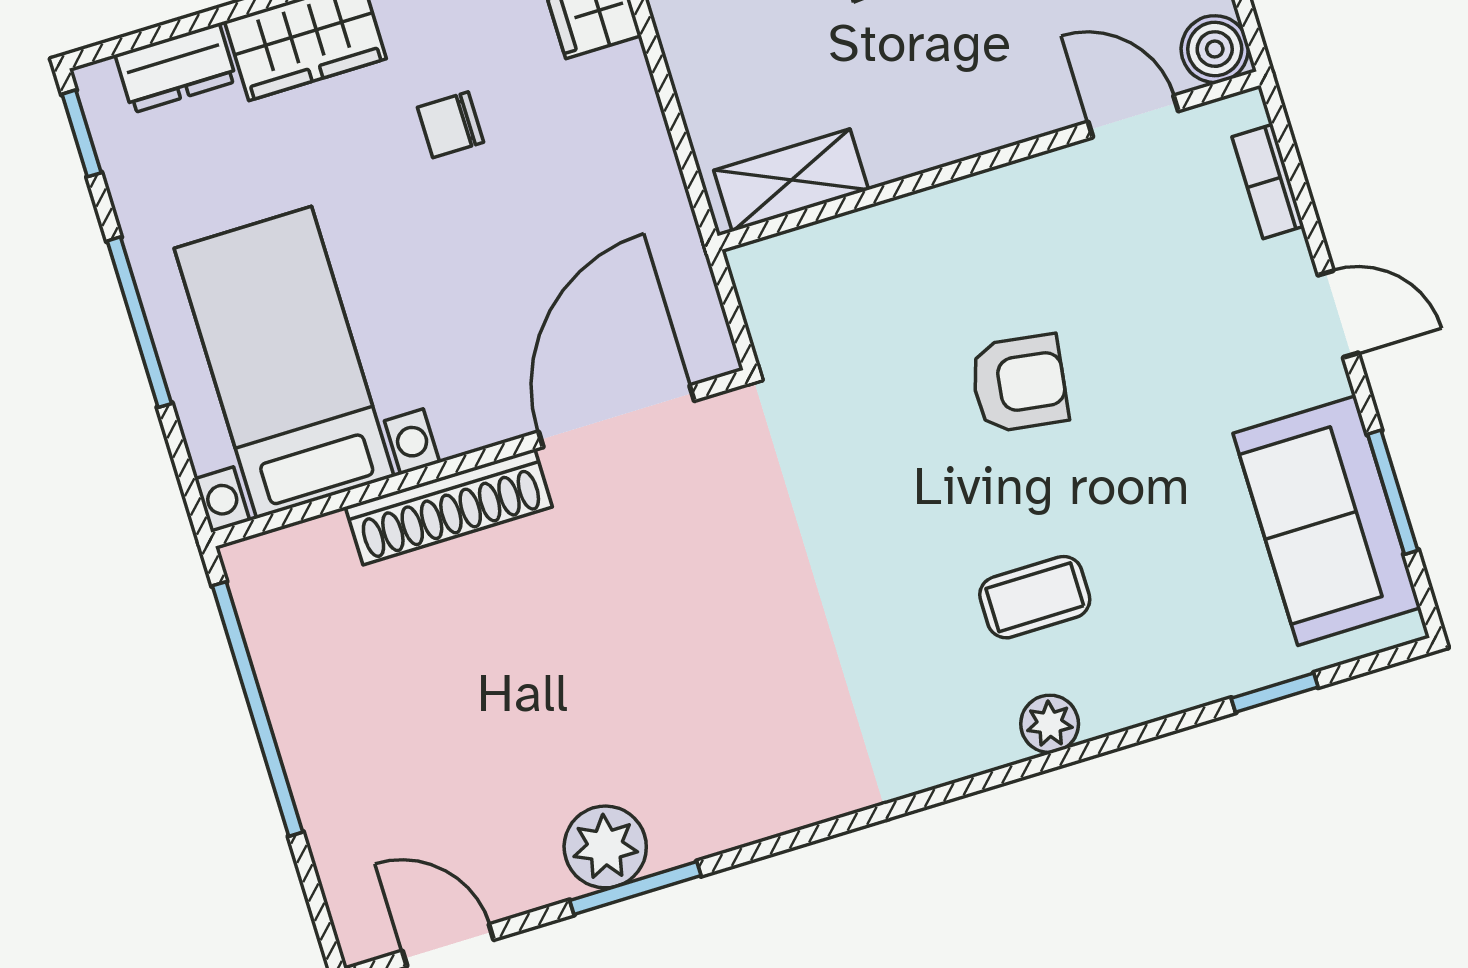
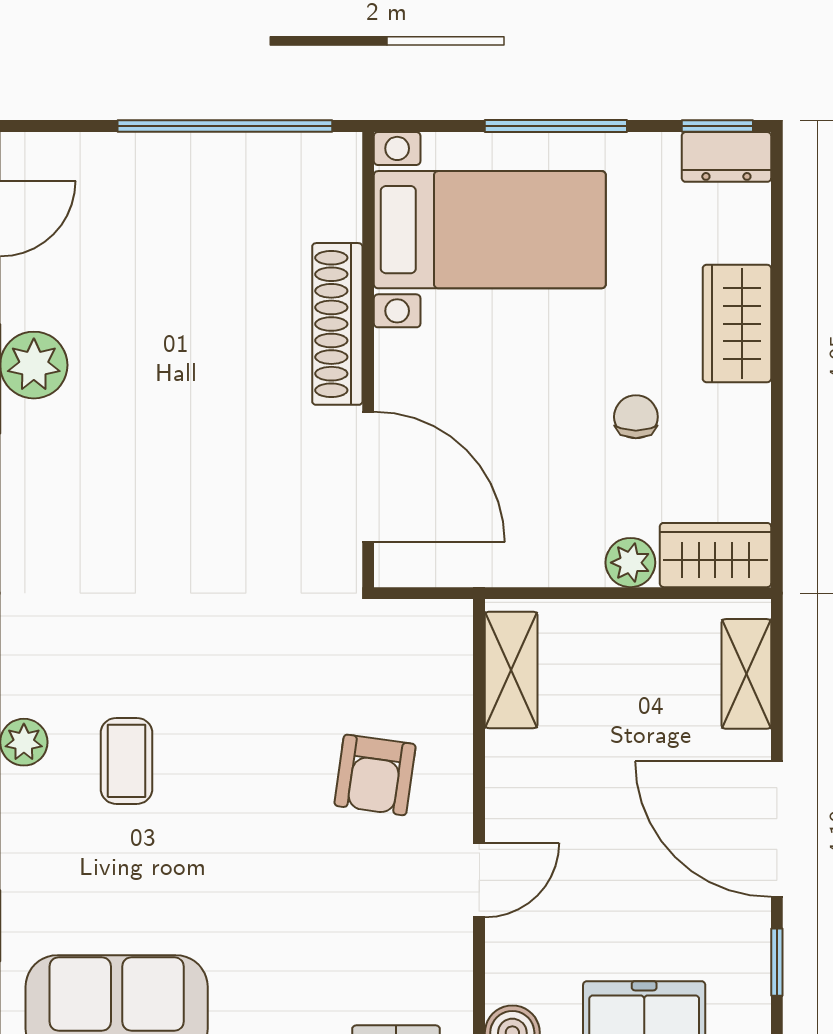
dresser: (176, 68) -> (726, 157), moved, turned -90
plant: (623, 79) -> (630, 563), added
door: (1133, 116) -> (479, 880), moved
armchair: (1019, 383) -> (375, 775), moved

